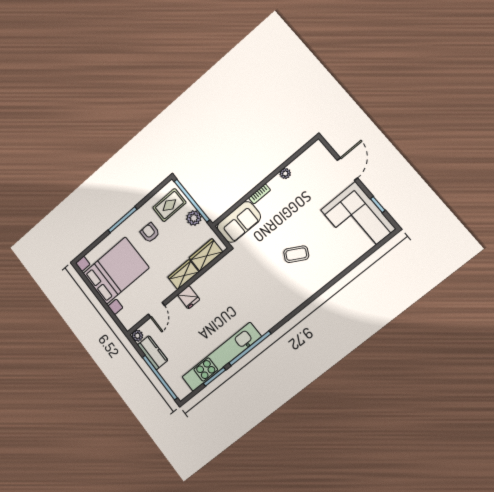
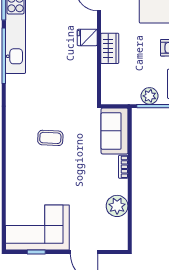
plant: (285, 174) -> (117, 206), width x1.87, depth x1.87
coffee table: (296, 254) -> (50, 138), moved, turned 64
wardrobe: (206, 255) -> (110, 81), removed

